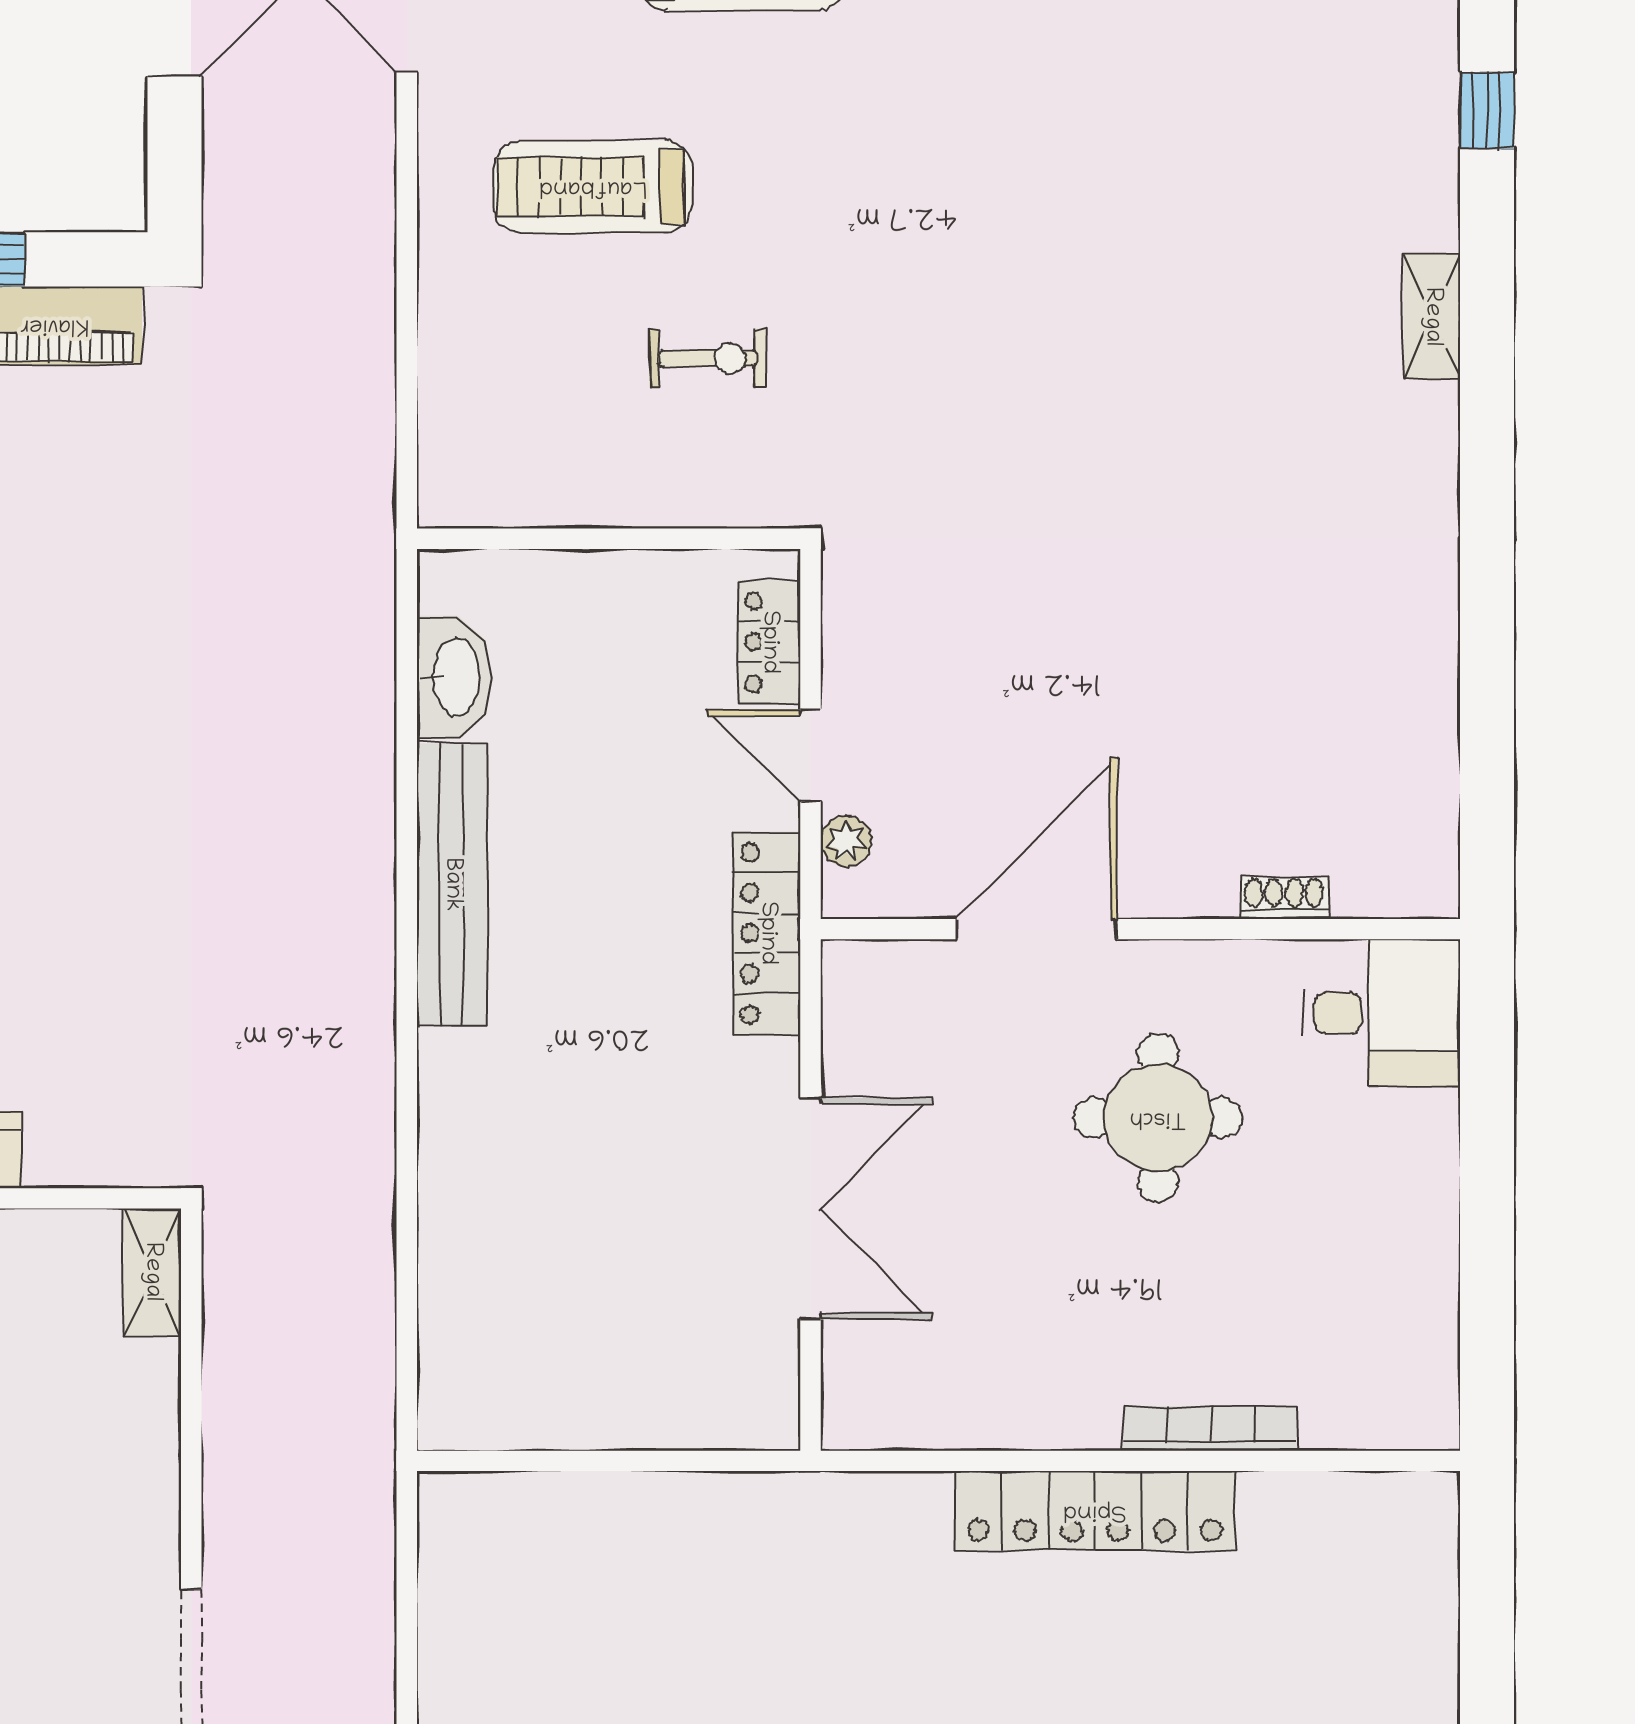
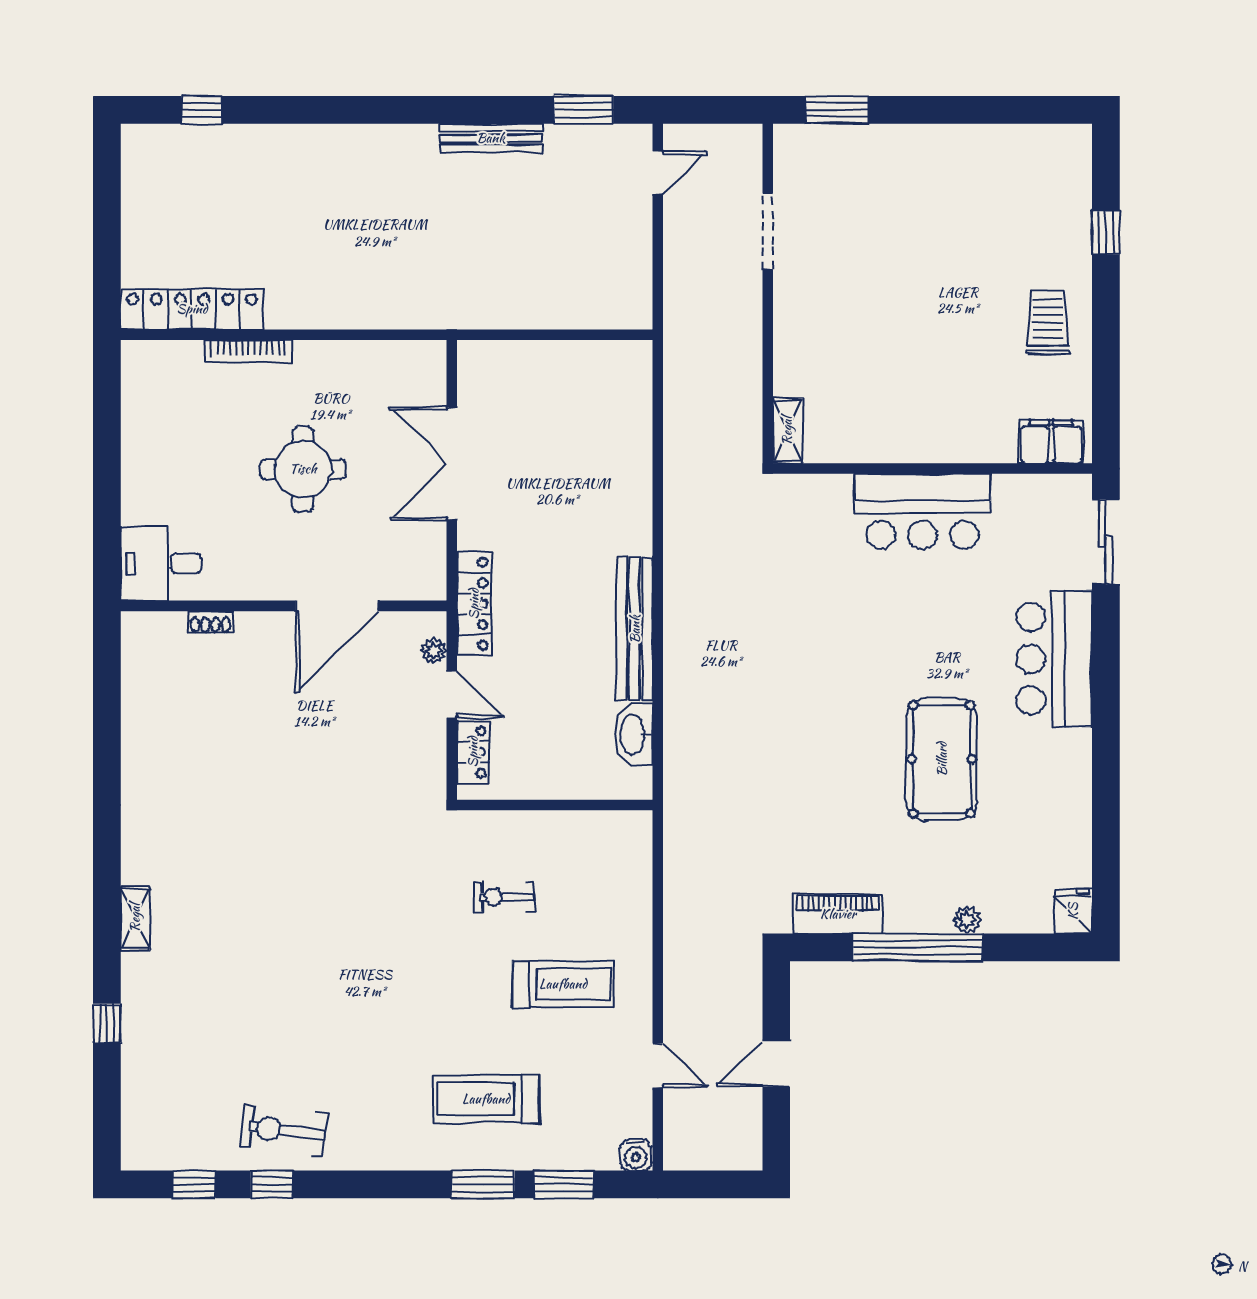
round table: (1158, 1118) -> (303, 469), moved
locker: (1095, 1511) -> (192, 309), moved

